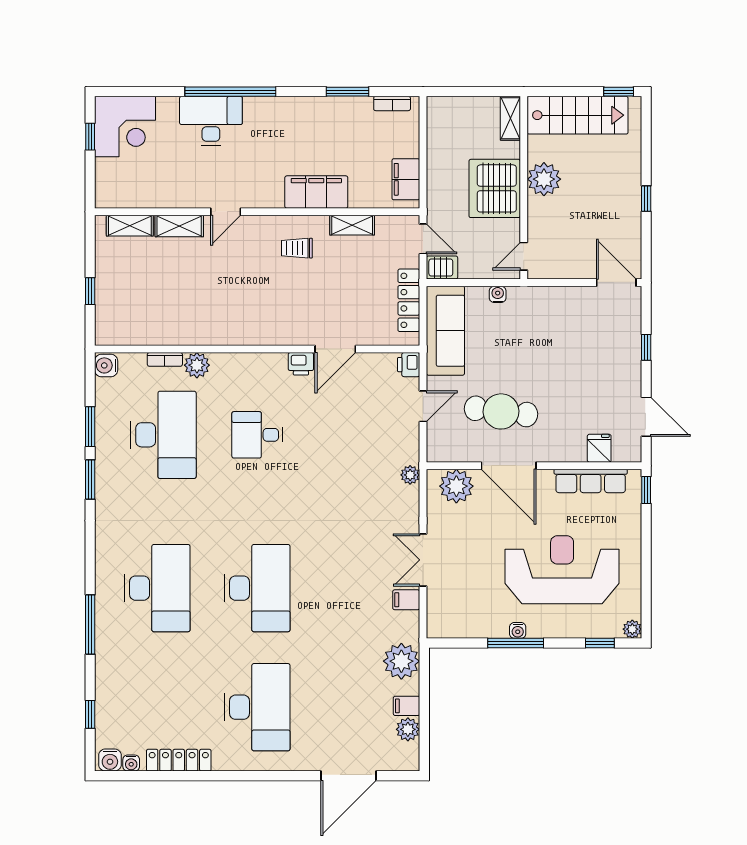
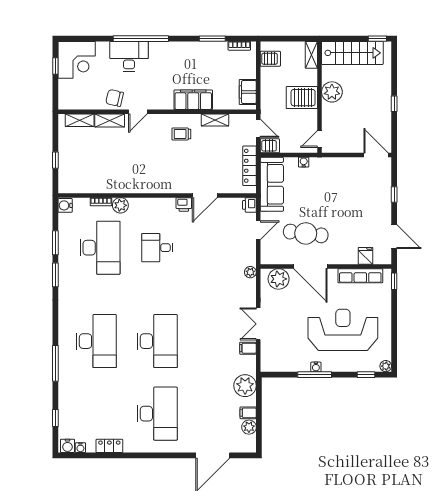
server rack: (443, 125) -> (270, 59), added
server rack: (495, 188) -> (302, 98), width x0.62
chair: (187, 189) -> (115, 98), added
locker: (179, 760) -> (109, 446), width x0.66

